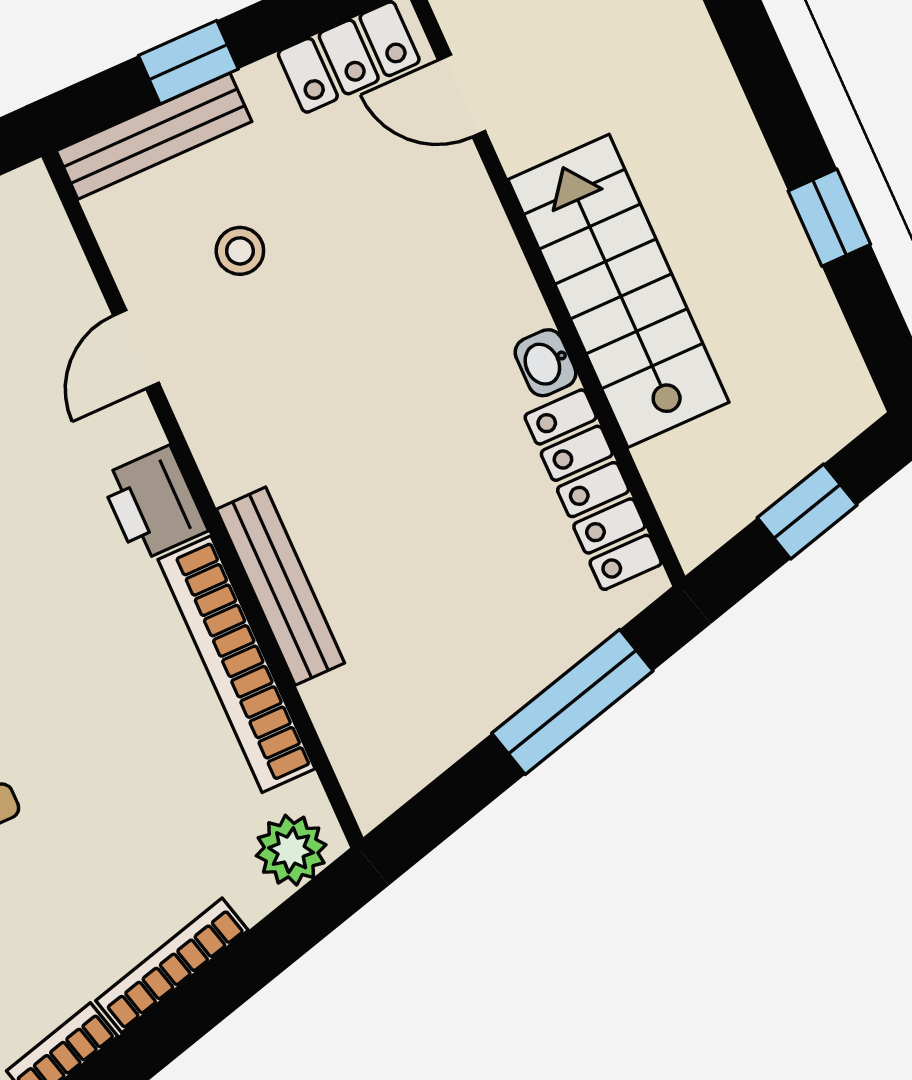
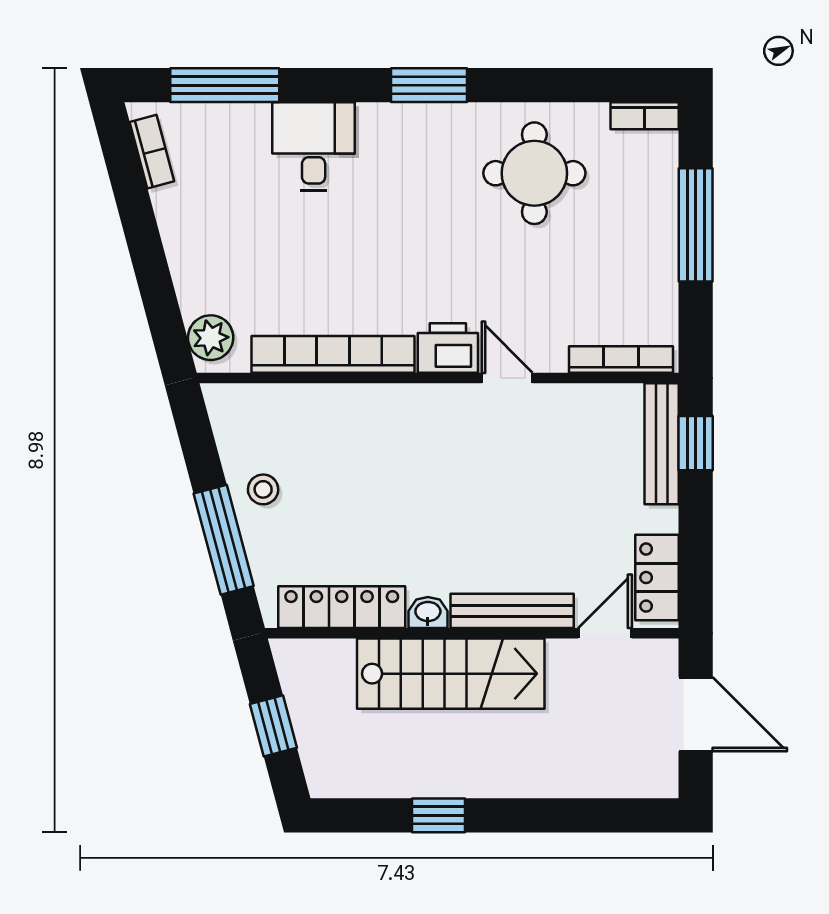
window: (188, 62) -> (696, 443), moved
stool: (240, 251) -> (263, 489), moved
door: (136, 349) -> (507, 378), moved
bench: (280, 586) -> (512, 611), moved
bookcase: (172, 965) -> (621, 360), moved, turned -75

